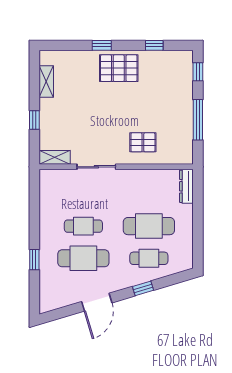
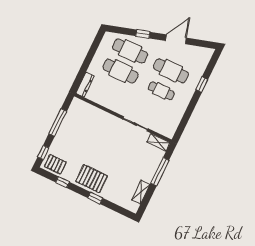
window: (34, 120) -> (160, 172), width x2.17
pallet: (143, 142) -> (55, 164), moved
cafe table: (149, 258) -> (130, 51), width x1.37, depth x1.35

